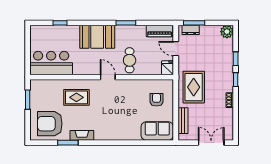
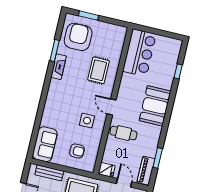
window: (126, 23) -> (158, 158), moved
door: (176, 49) -> (124, 183), hinge flipped
door: (108, 77) -> (112, 107), swing flipped
side table: (126, 97) -> (87, 121), added
window: (28, 100) -> (89, 16), moved

